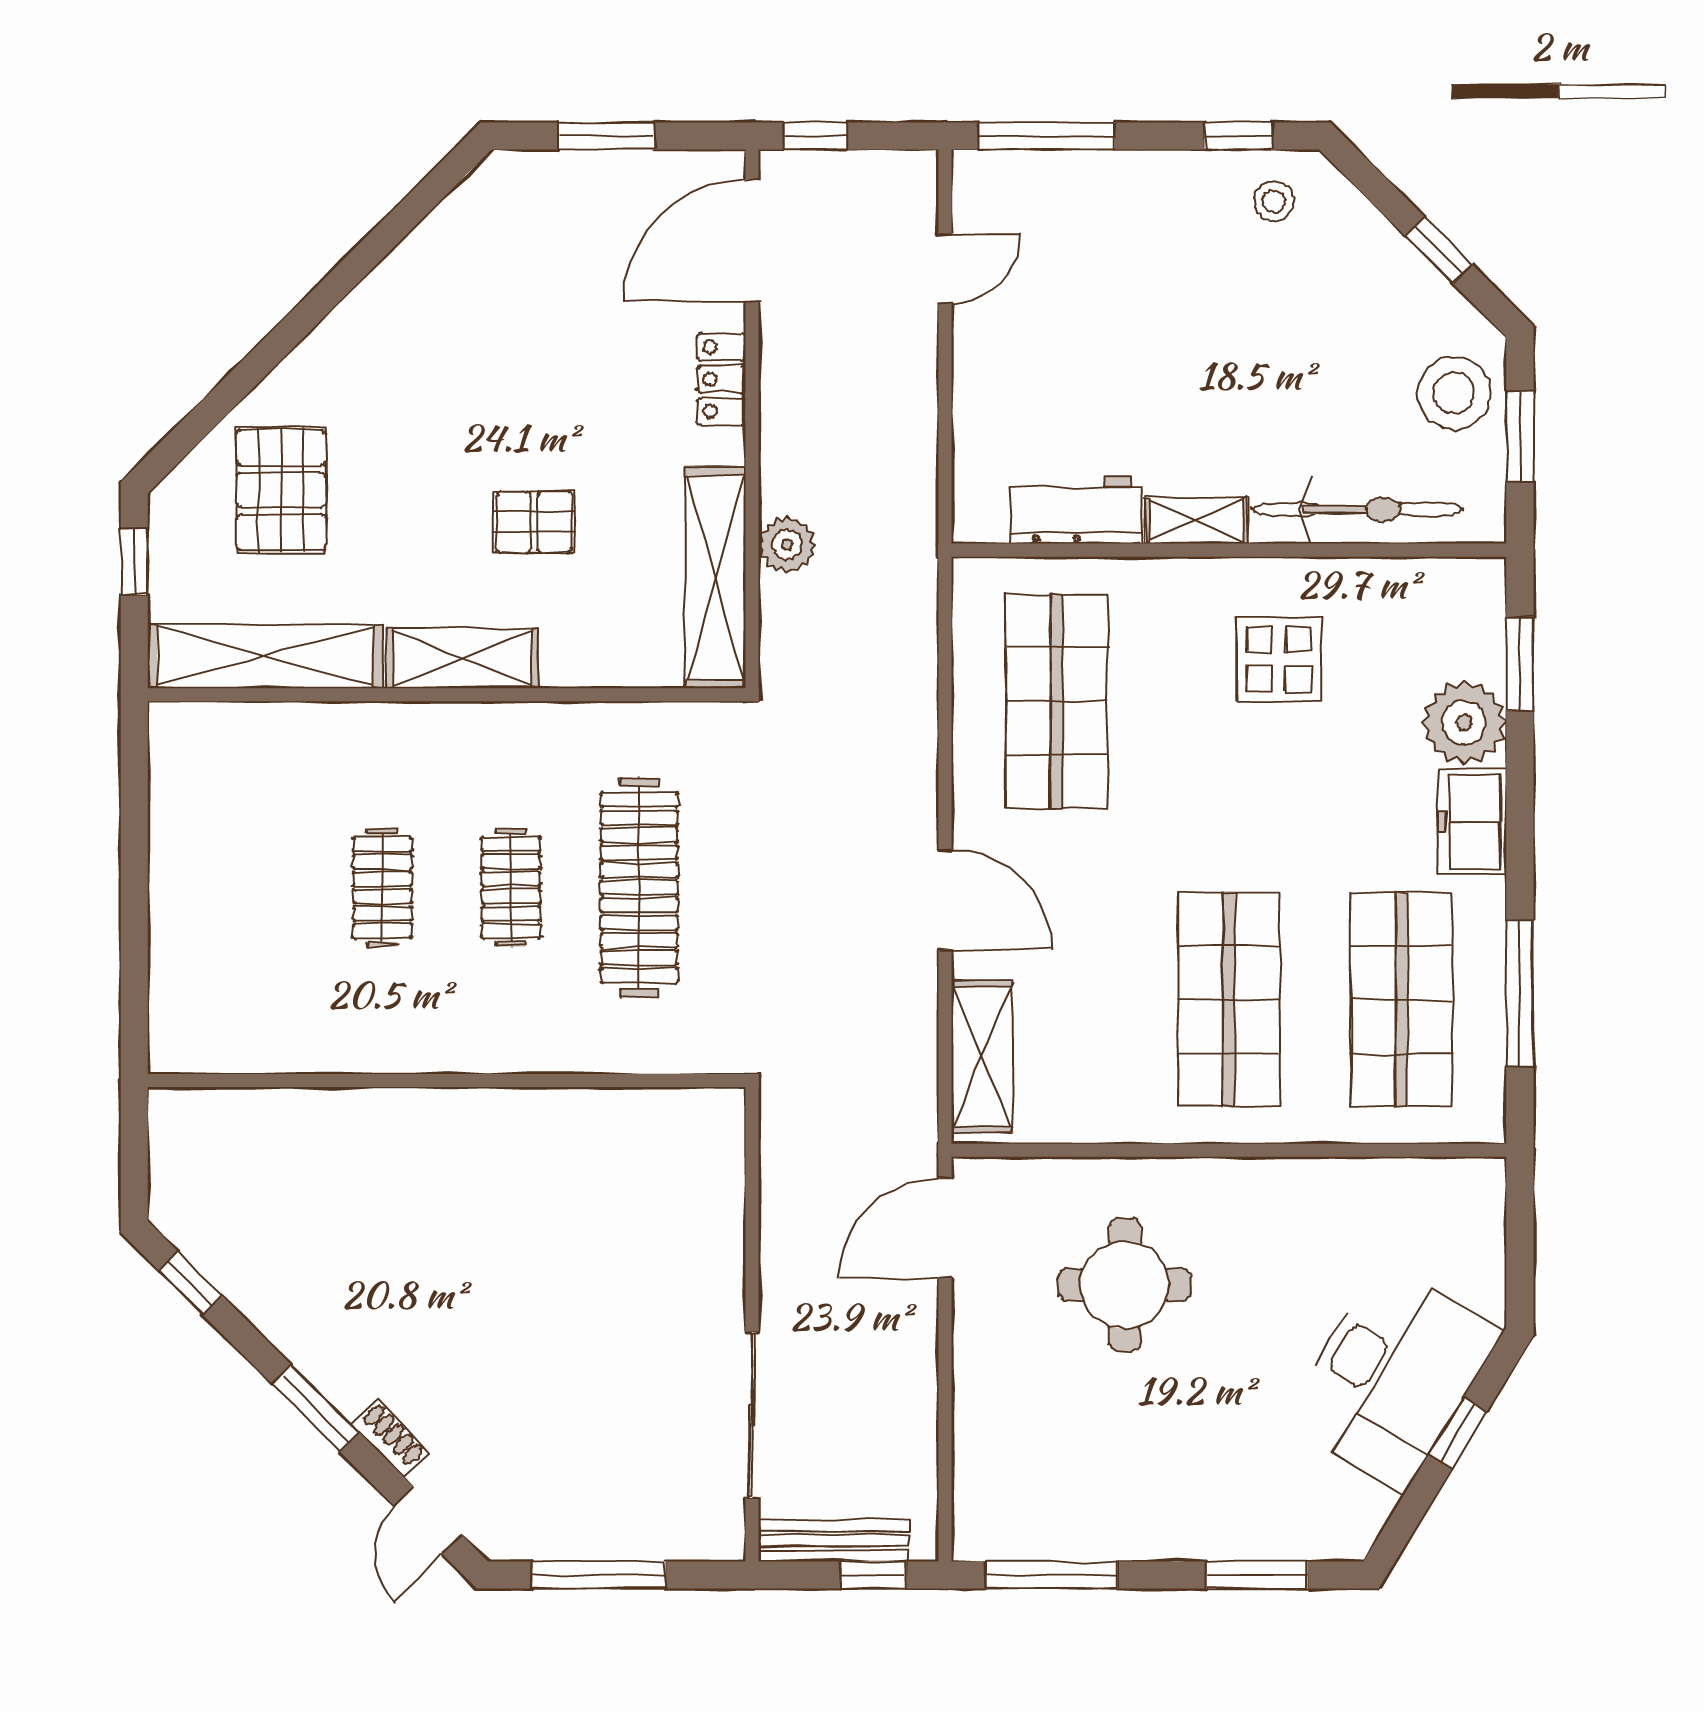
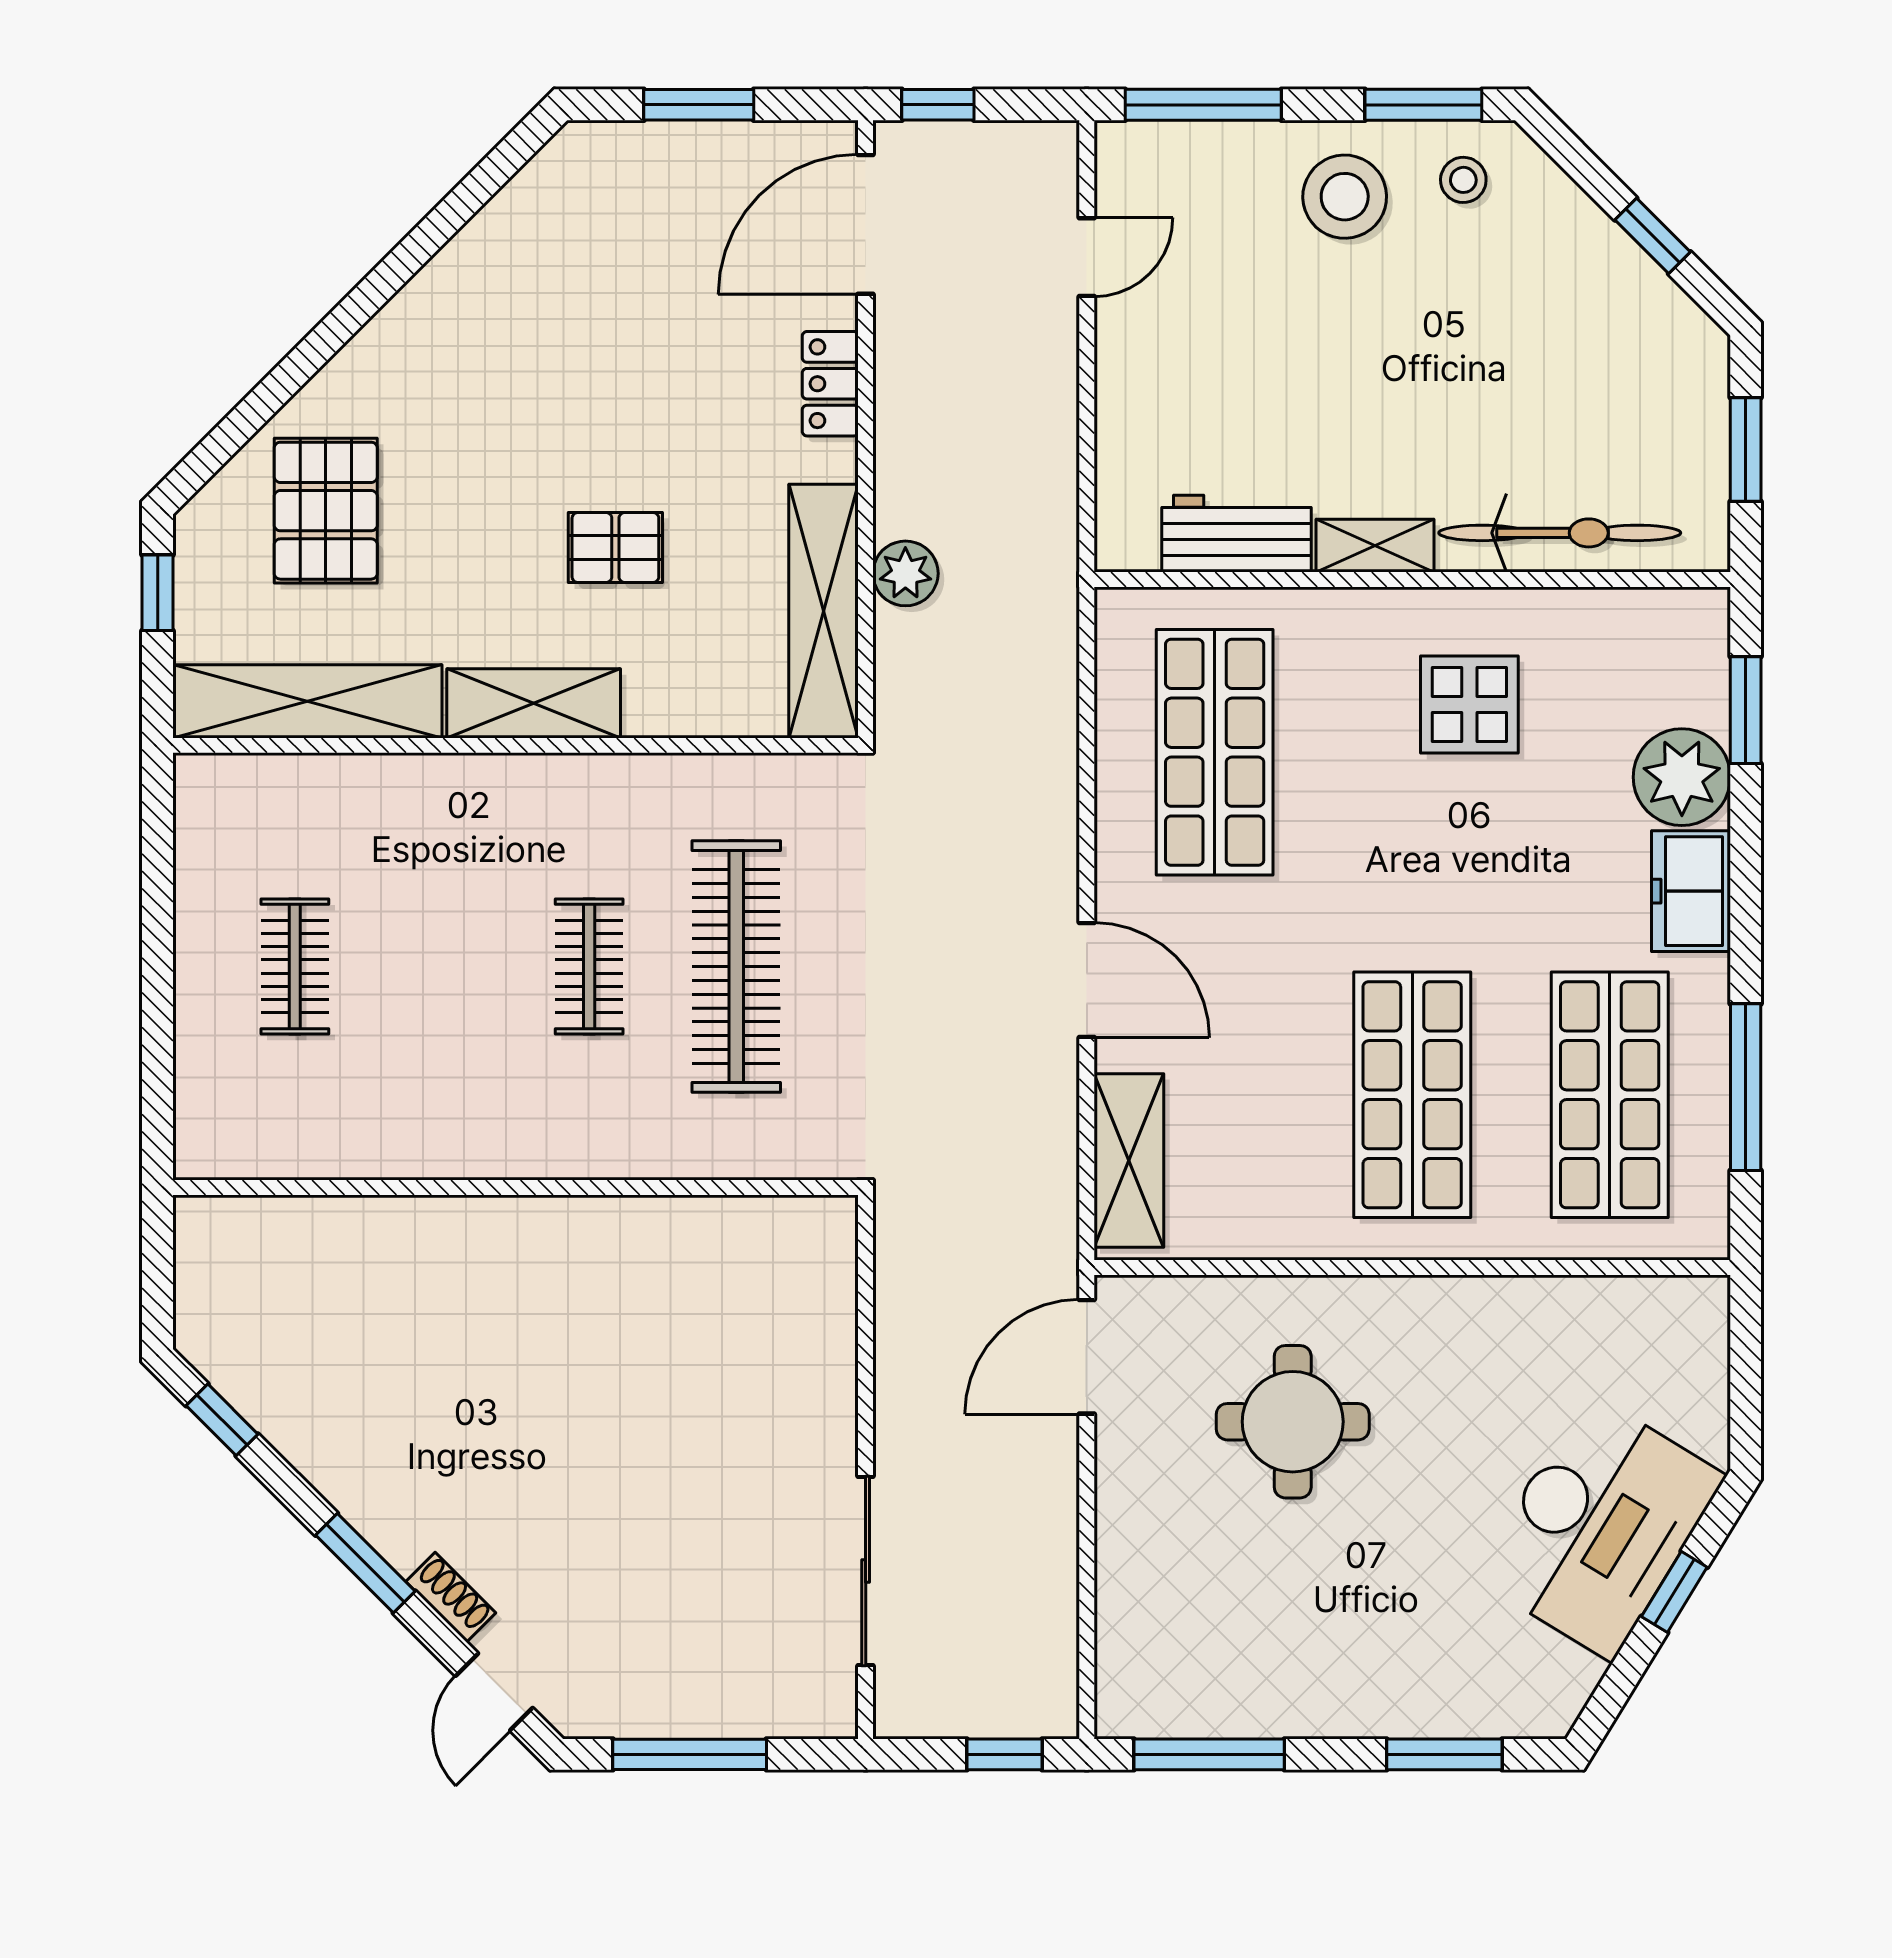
window: (1239, 136) -> (1423, 105), width x1.50
stool: (1454, 393) -> (1345, 197), moved
clothes rail: (382, 888) -> (295, 966), moved
bench: (833, 1541) -> (959, 1715), removed

